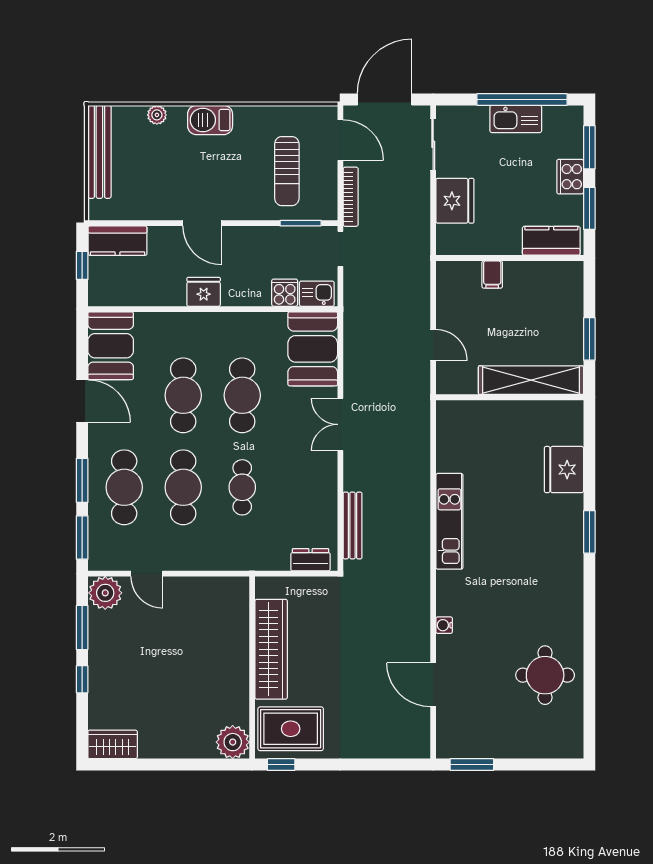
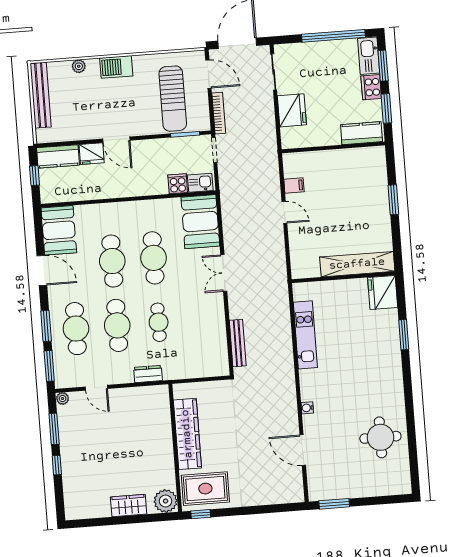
kitchen sink: (516, 119) -> (369, 56), moved, turned 90
sun lounger: (287, 171) -> (173, 99), width x1.36, depth x1.34
filing cabinet: (492, 274) -> (294, 185), moved, turned -90
fridge: (204, 292) -> (92, 154), moved, turned 180
shelving: (531, 380) -> (357, 264), moved
wall: (510, 397) -> (343, 277), moved
dresser: (310, 560) -> (148, 374), moved
plant: (105, 593) -> (63, 398), width x0.53, depth x0.53
wardrobe: (113, 744) -> (129, 505), moved

